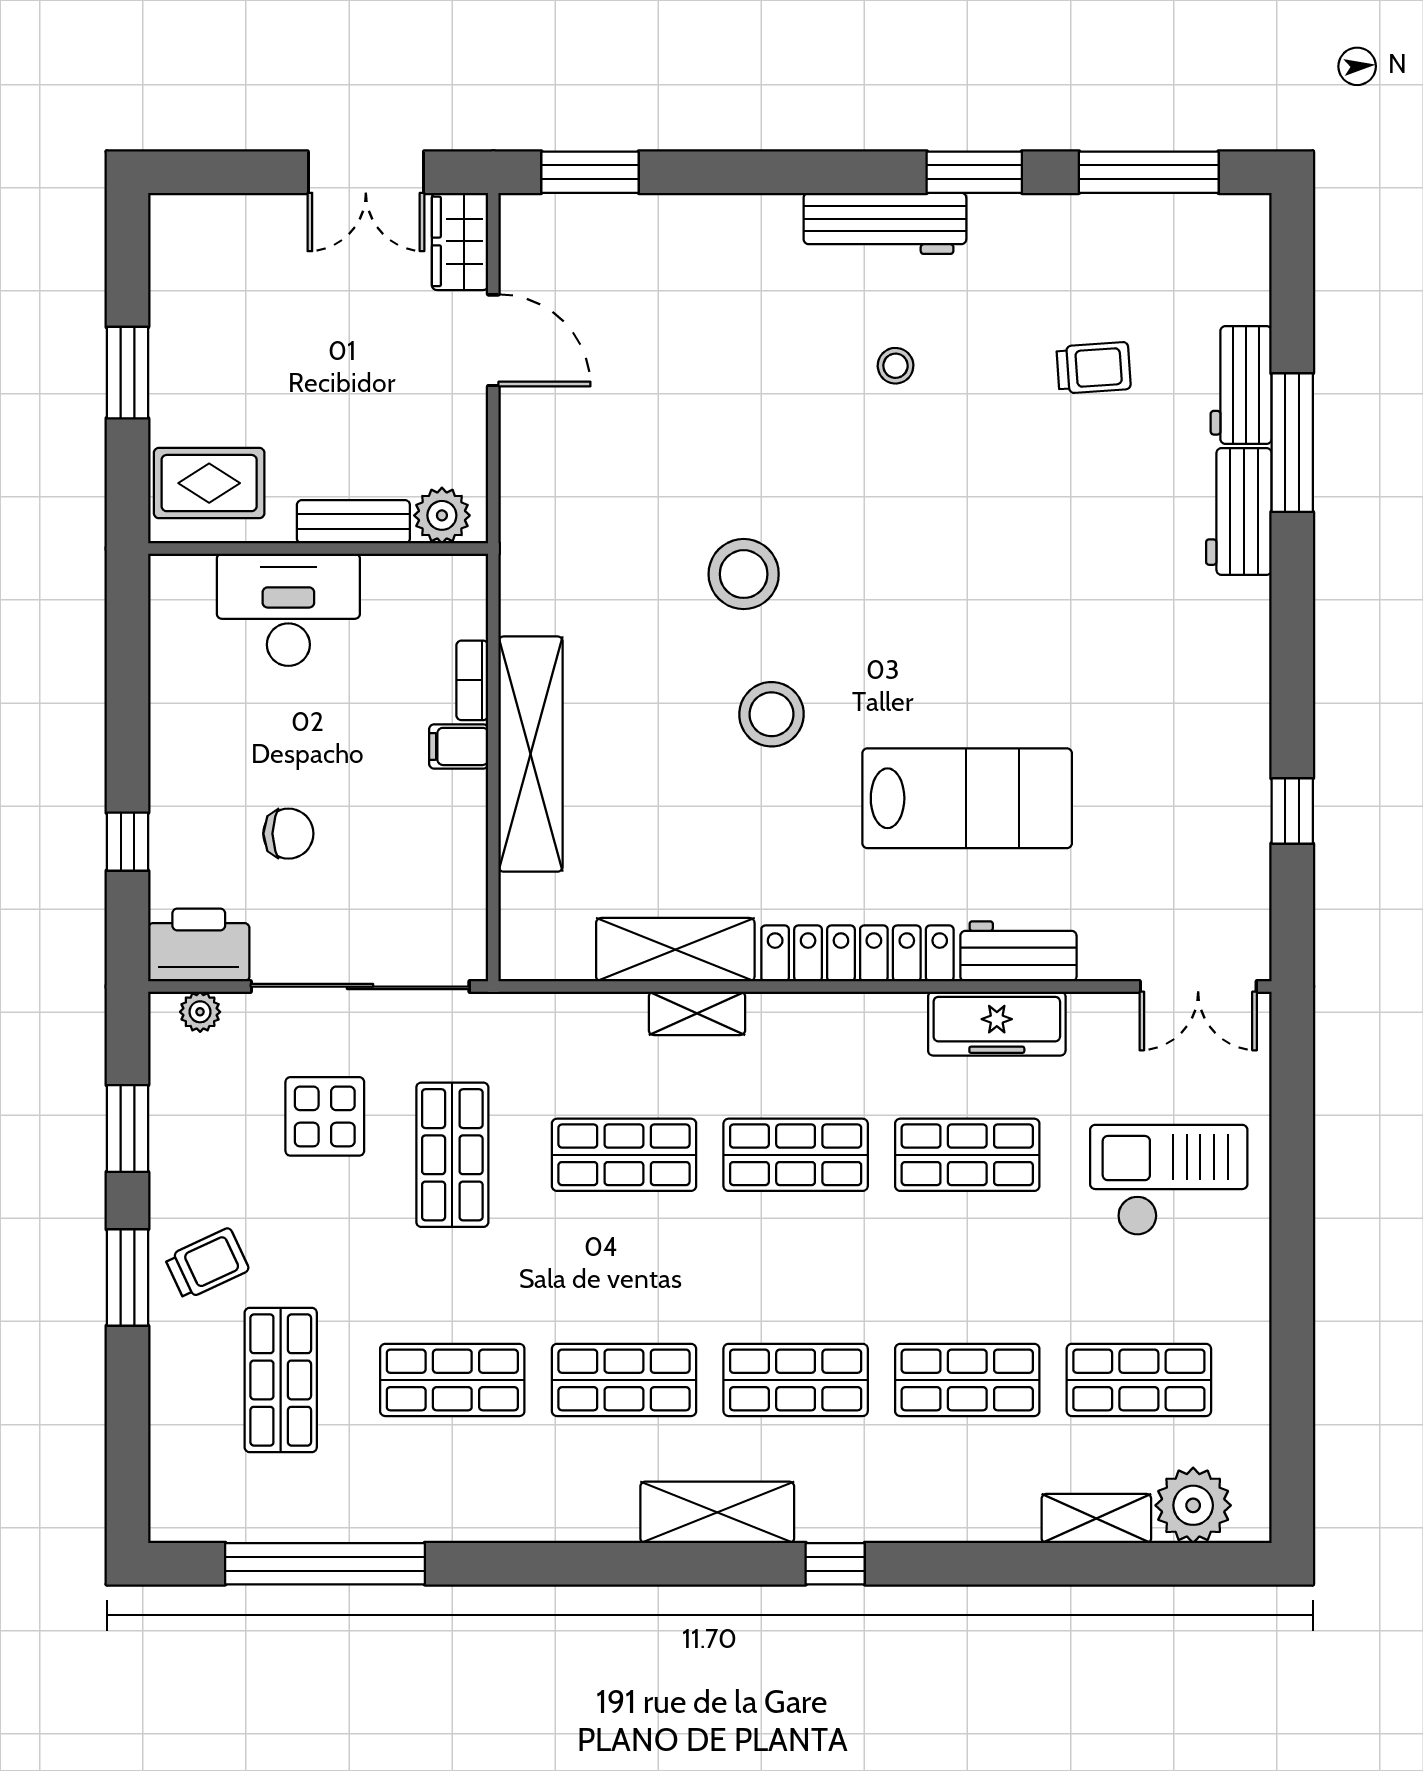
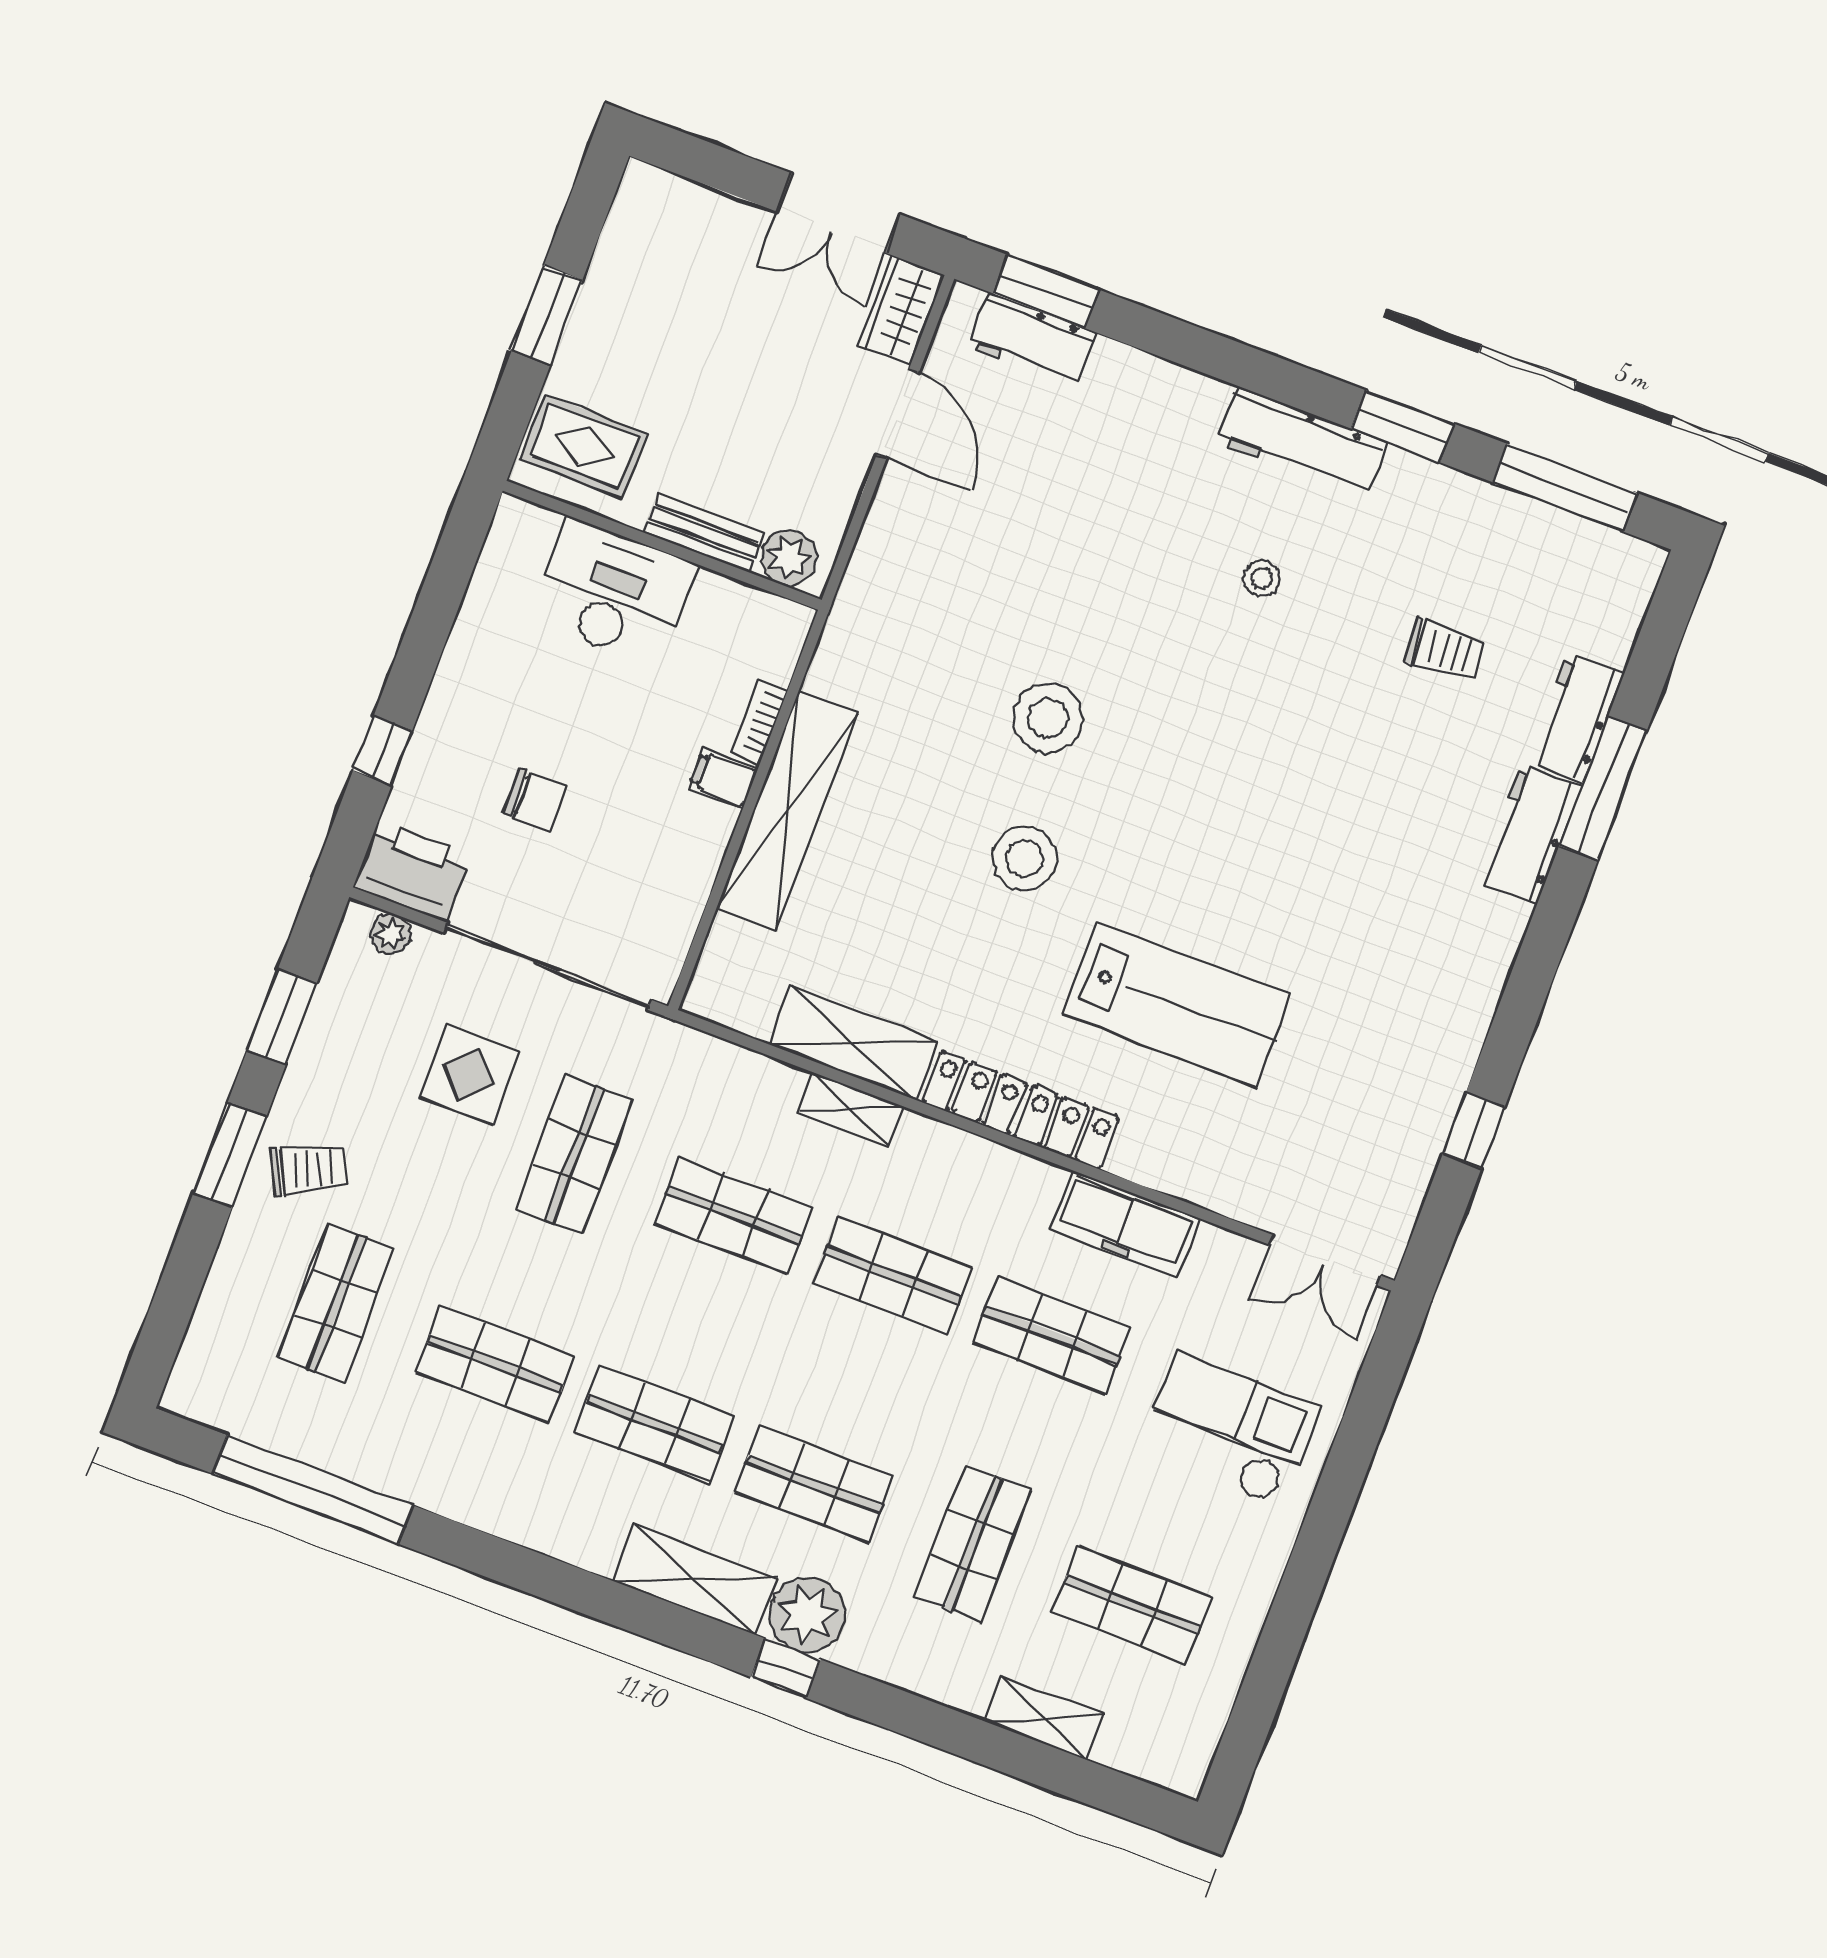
workbench: (1018, 951) -> (1032, 340), moved, turned 180
shop shelf: (967, 1380) -> (973, 1544), turned 90
plant: (1193, 1505) -> (807, 1614), moved

